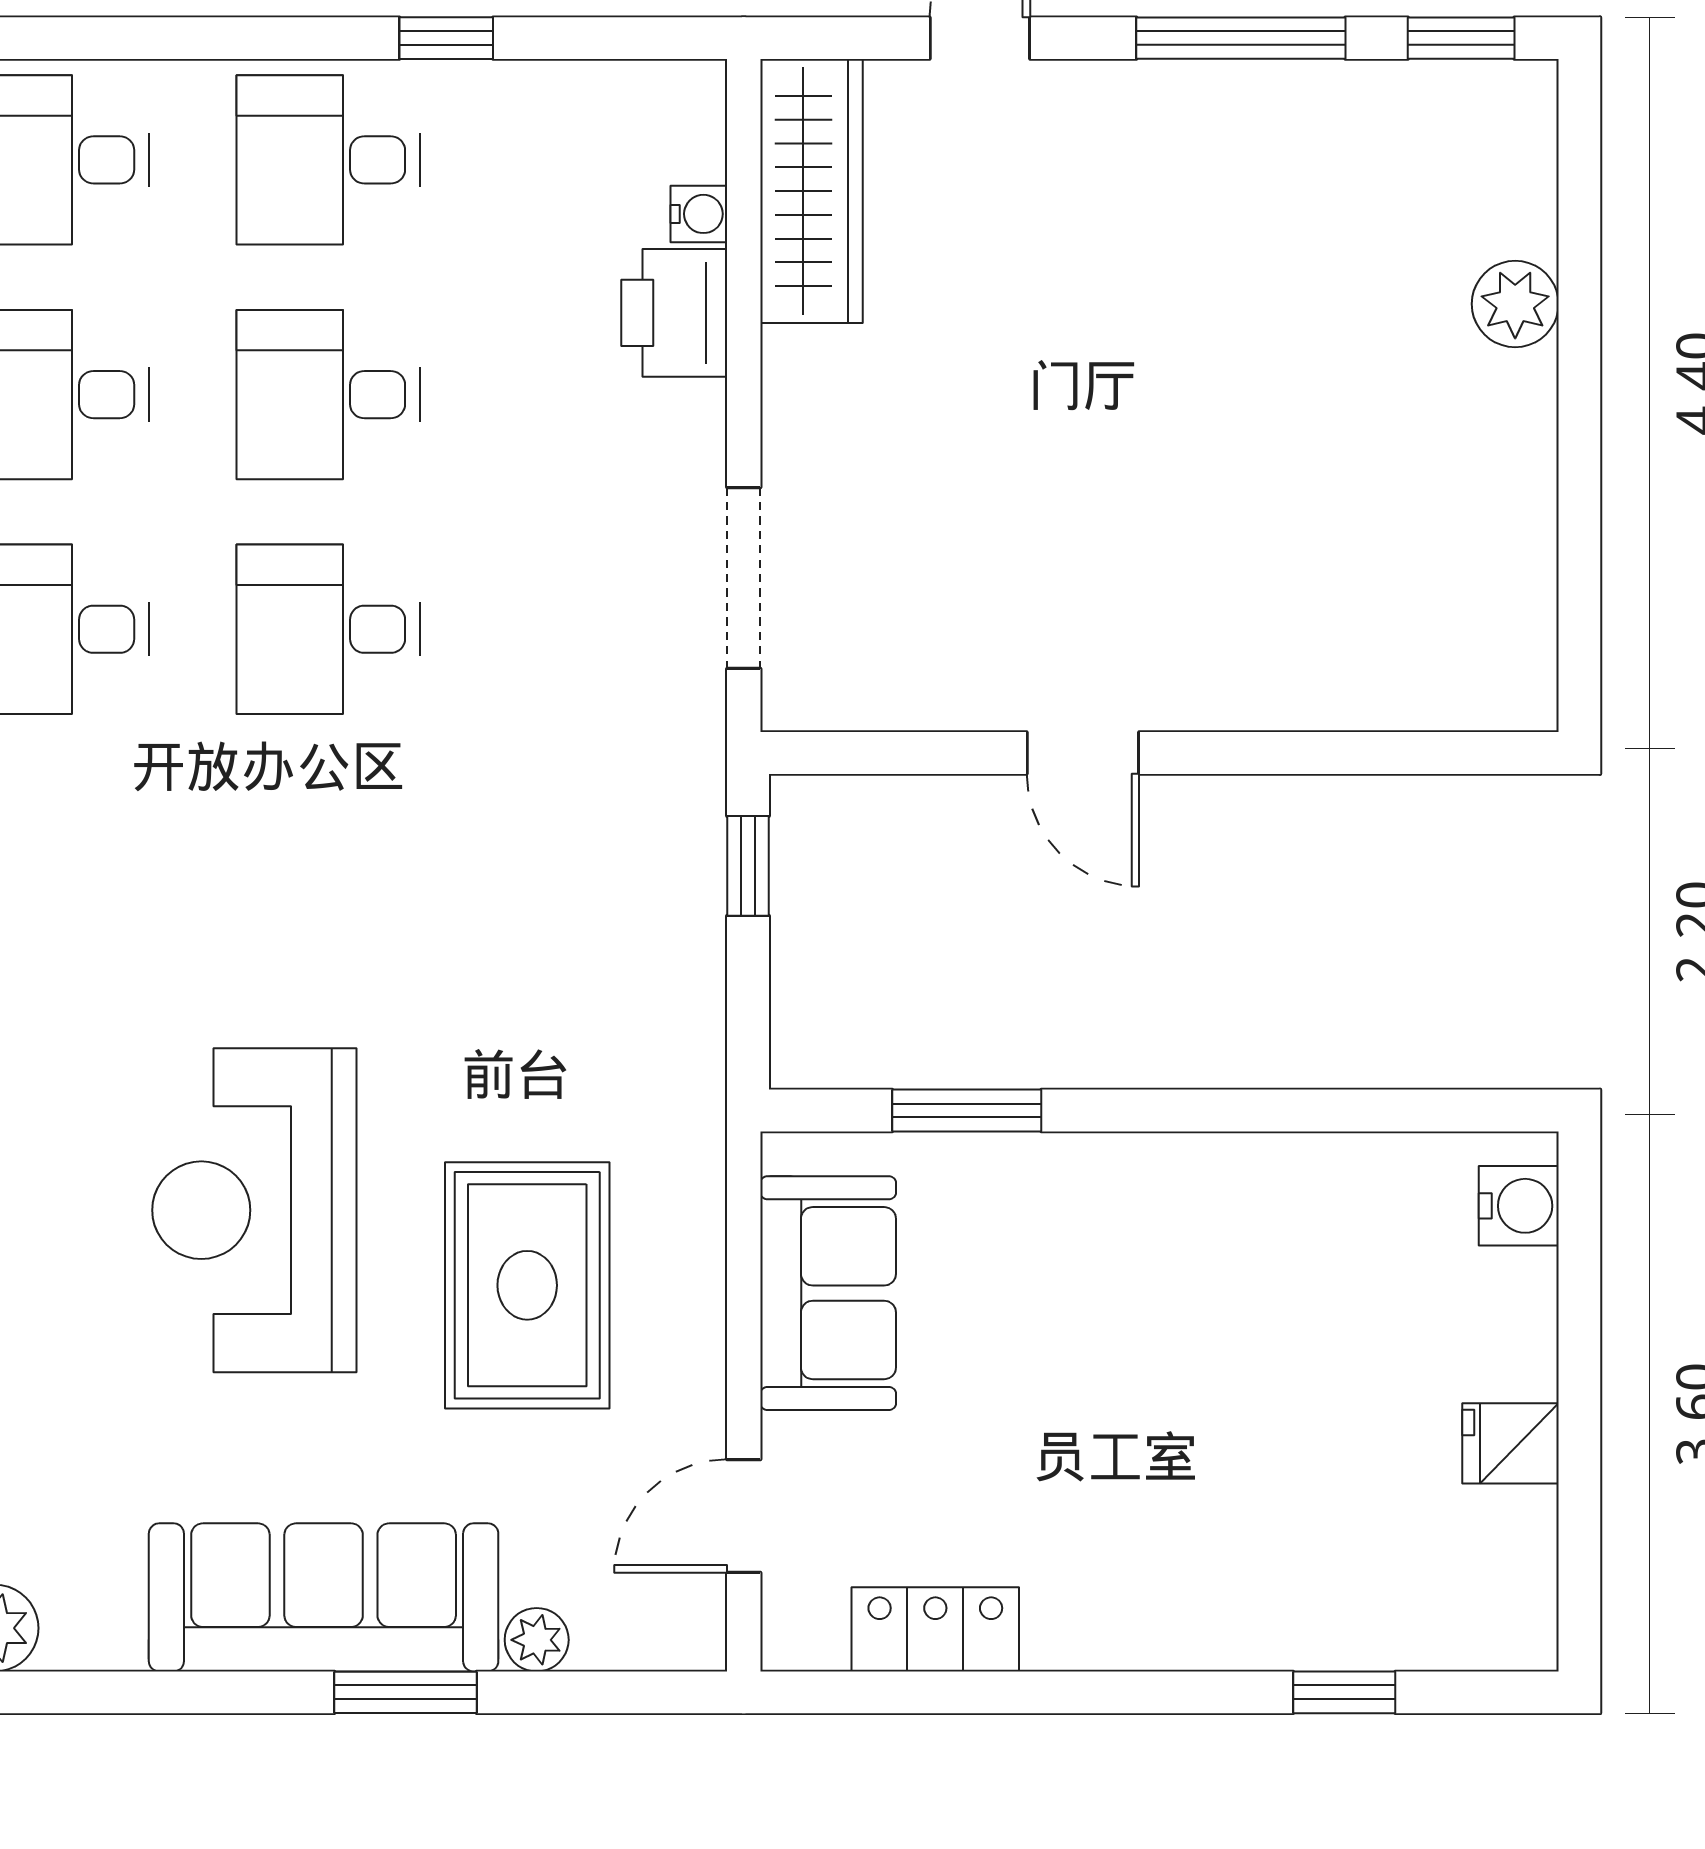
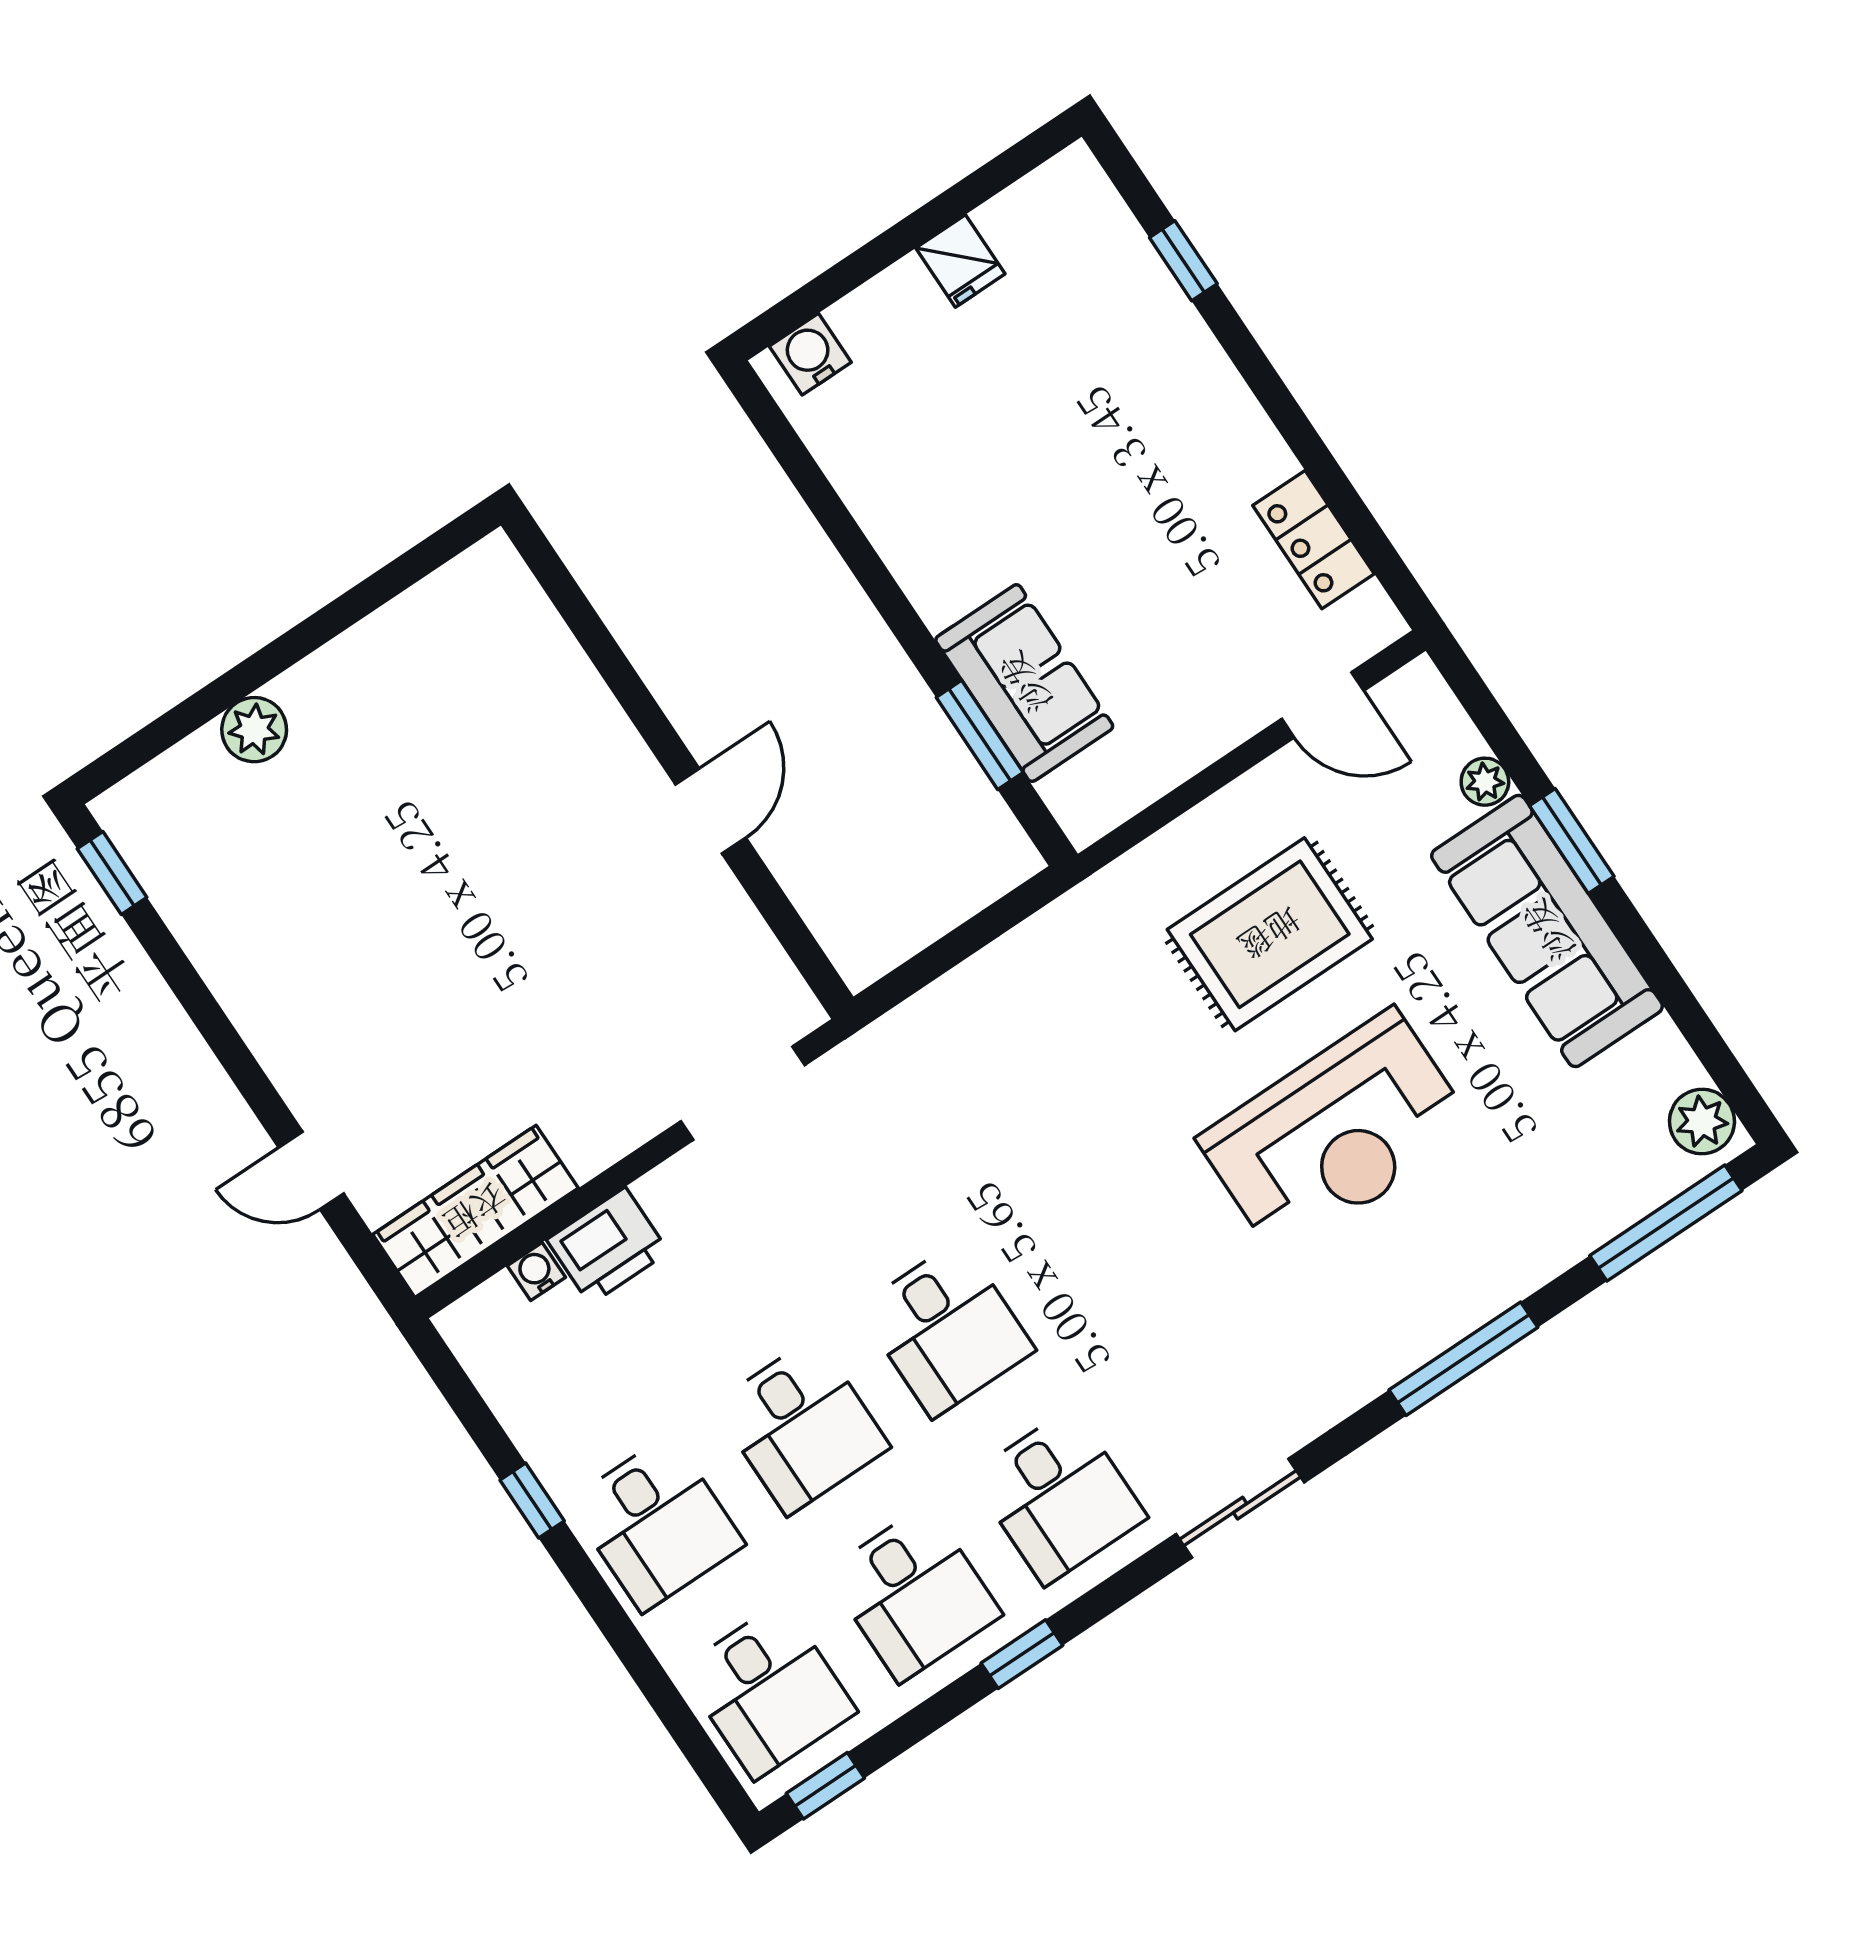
window: (1241, 38) -> (203, 1009), removed
window: (748, 866) -> (919, 971), removed
sofa: (828, 1293) -> (1024, 683), moved, turned 90

